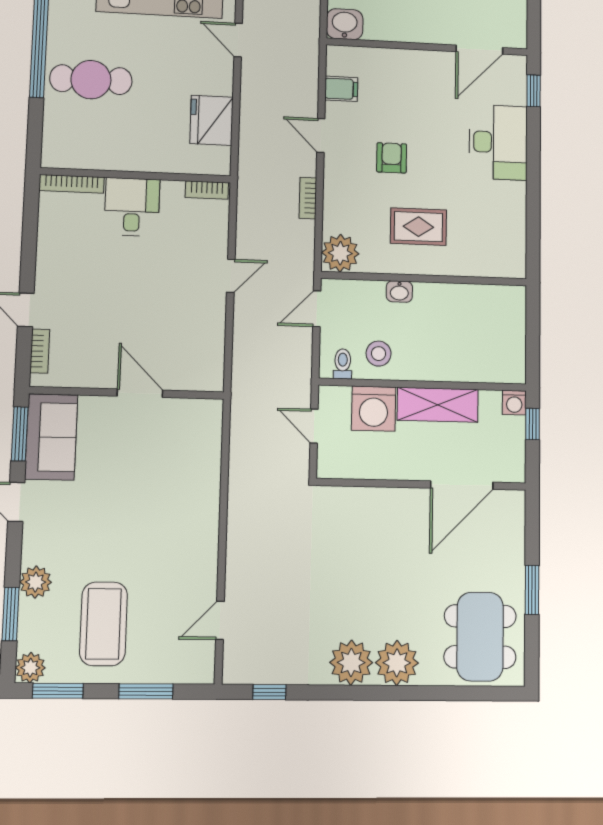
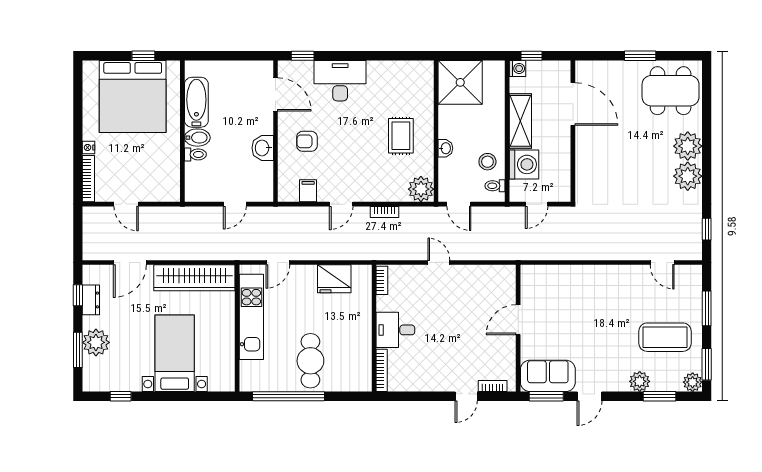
washbasin: (345, 24) -> (263, 148), moved
armchair: (392, 158) -> (307, 141), moved
shower: (495, 317) -> (460, 82), added

